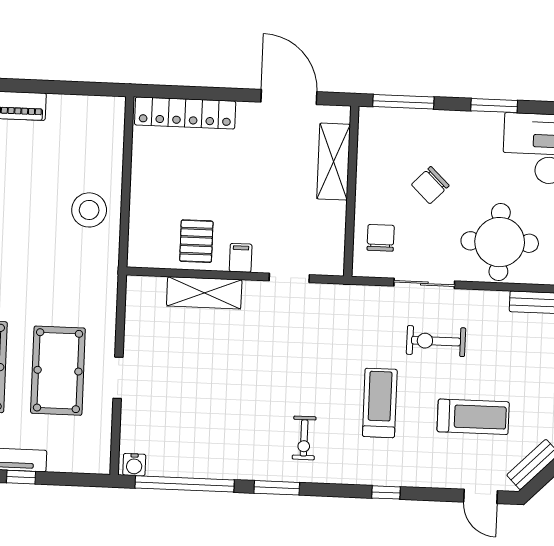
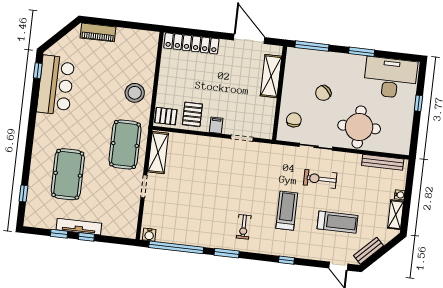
pallet: (148, 248) -> (166, 116), added
shelving: (204, 293) -> (158, 153), moved, turned 90
pool table: (58, 371) -> (125, 144), moved

